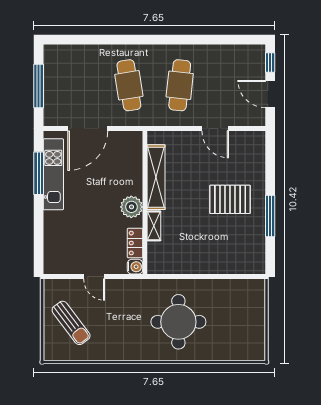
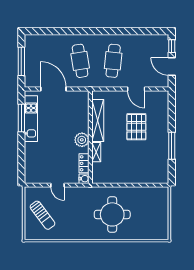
door: (88, 129) -> (53, 89), swing flipped
pallet: (230, 199) -> (136, 127), moved, turned 90

